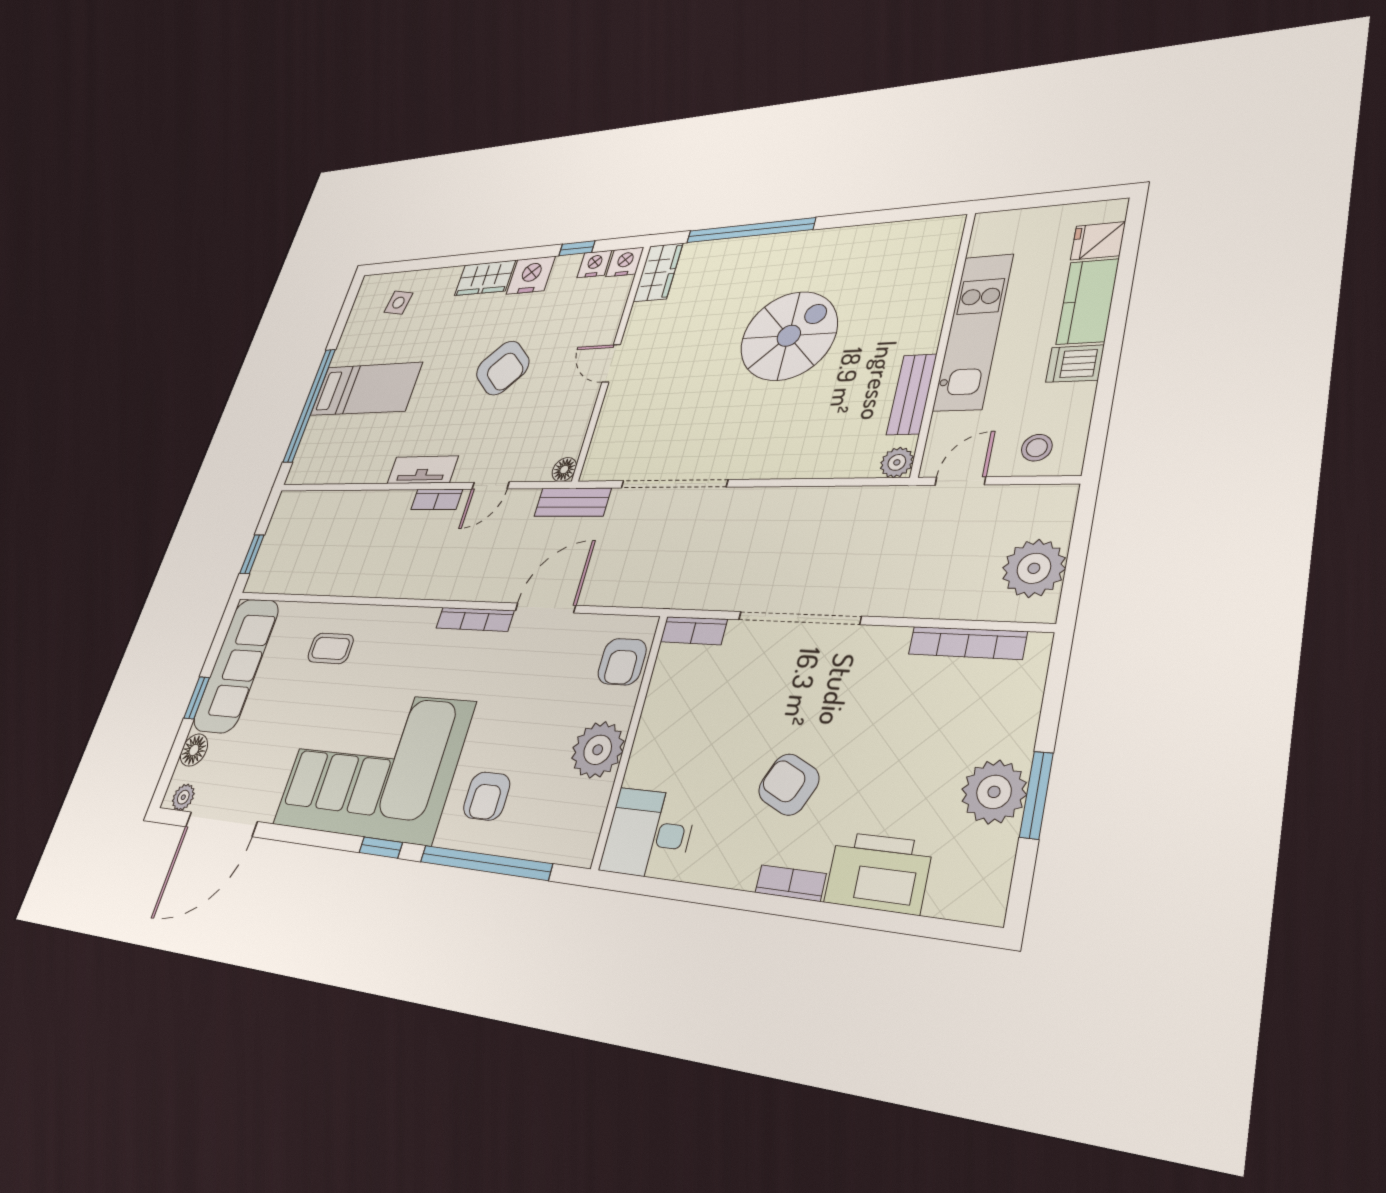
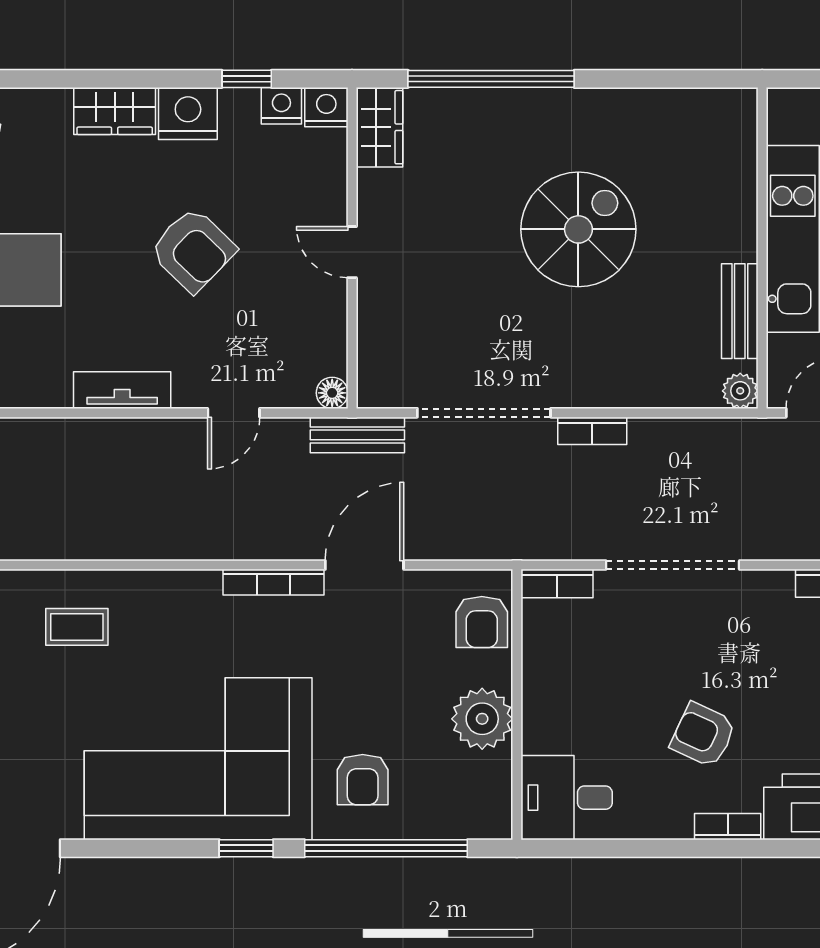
bookcase: (437, 499) -> (592, 431), moved

